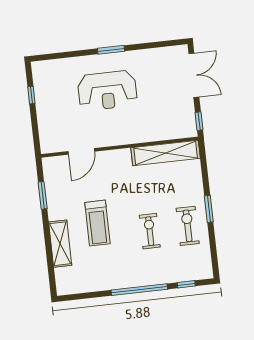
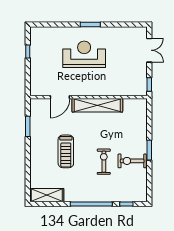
double door: (194, 75) -> (149, 50), width x0.73
reception desk: (107, 90) -> (84, 54), turned 180
shelving: (166, 153) -> (97, 105), moved
exercise bike: (188, 226) -> (132, 161), turned -90
shelving: (60, 244) -> (47, 195), moved, turned 90

